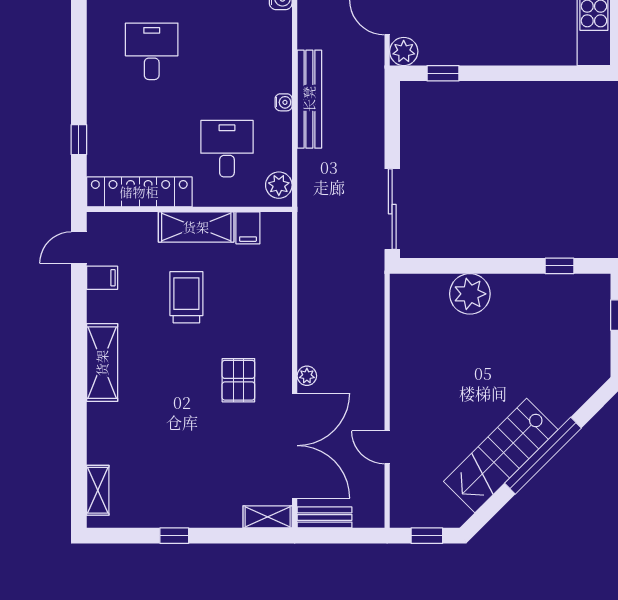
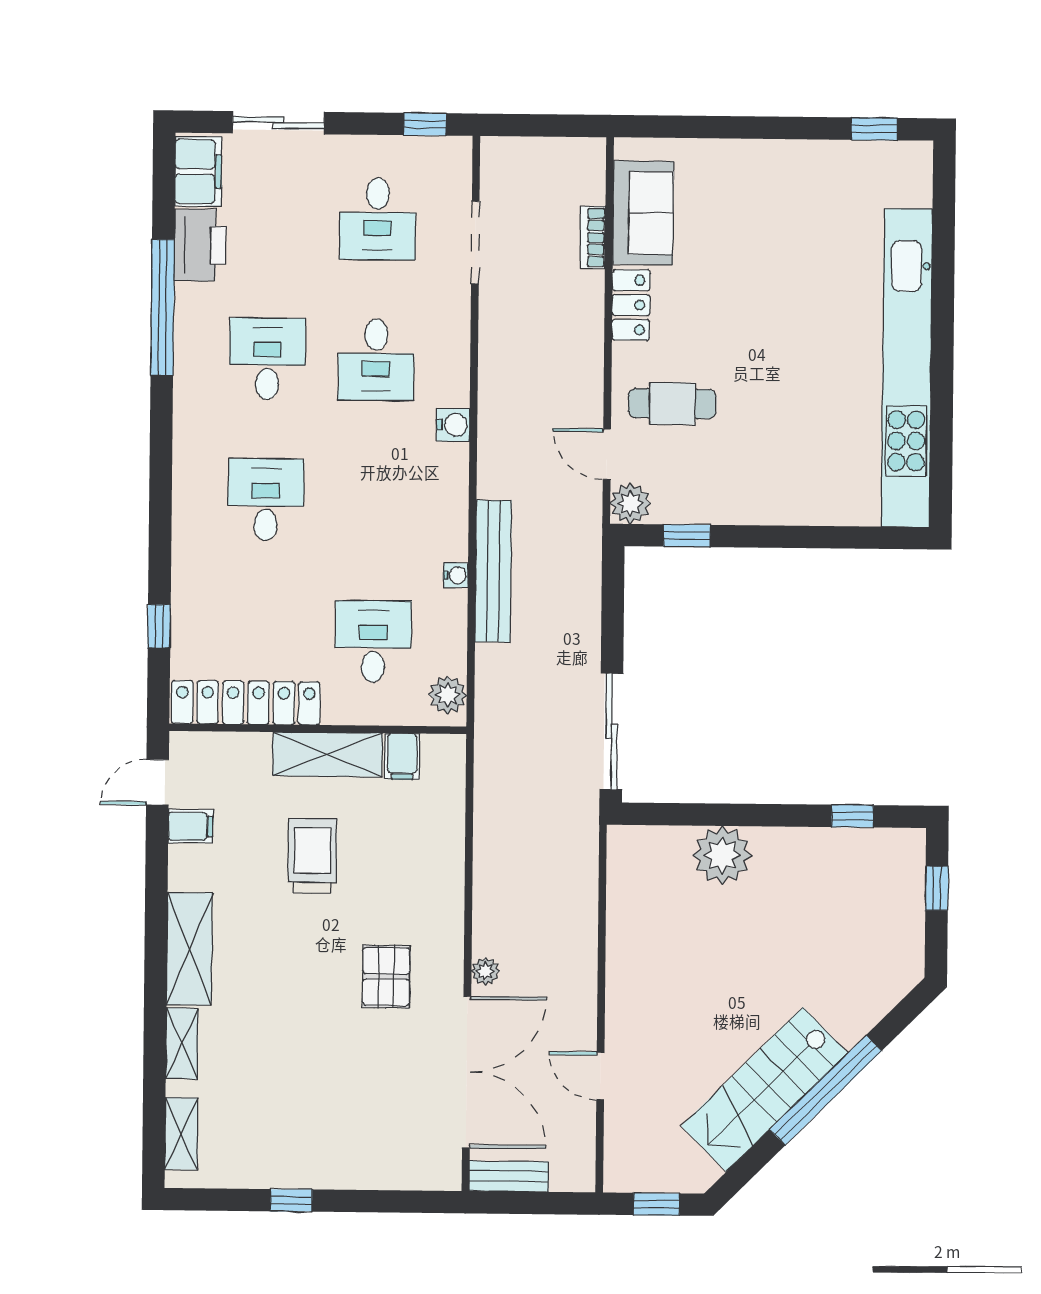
shelving: (268, 517) -> (182, 1043), moved, turned 90

